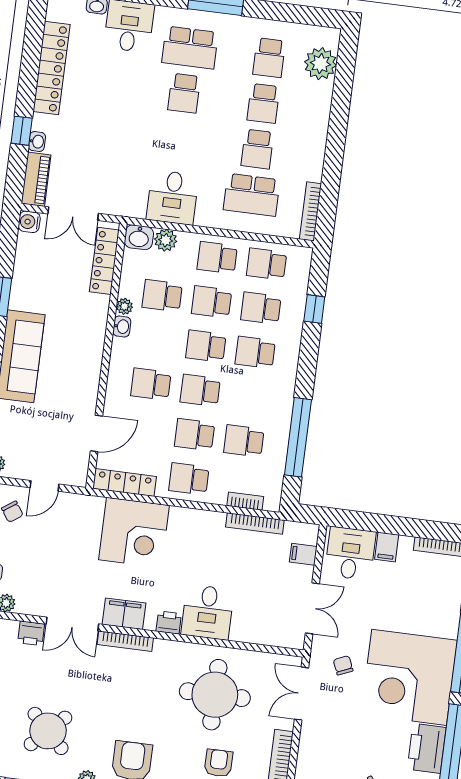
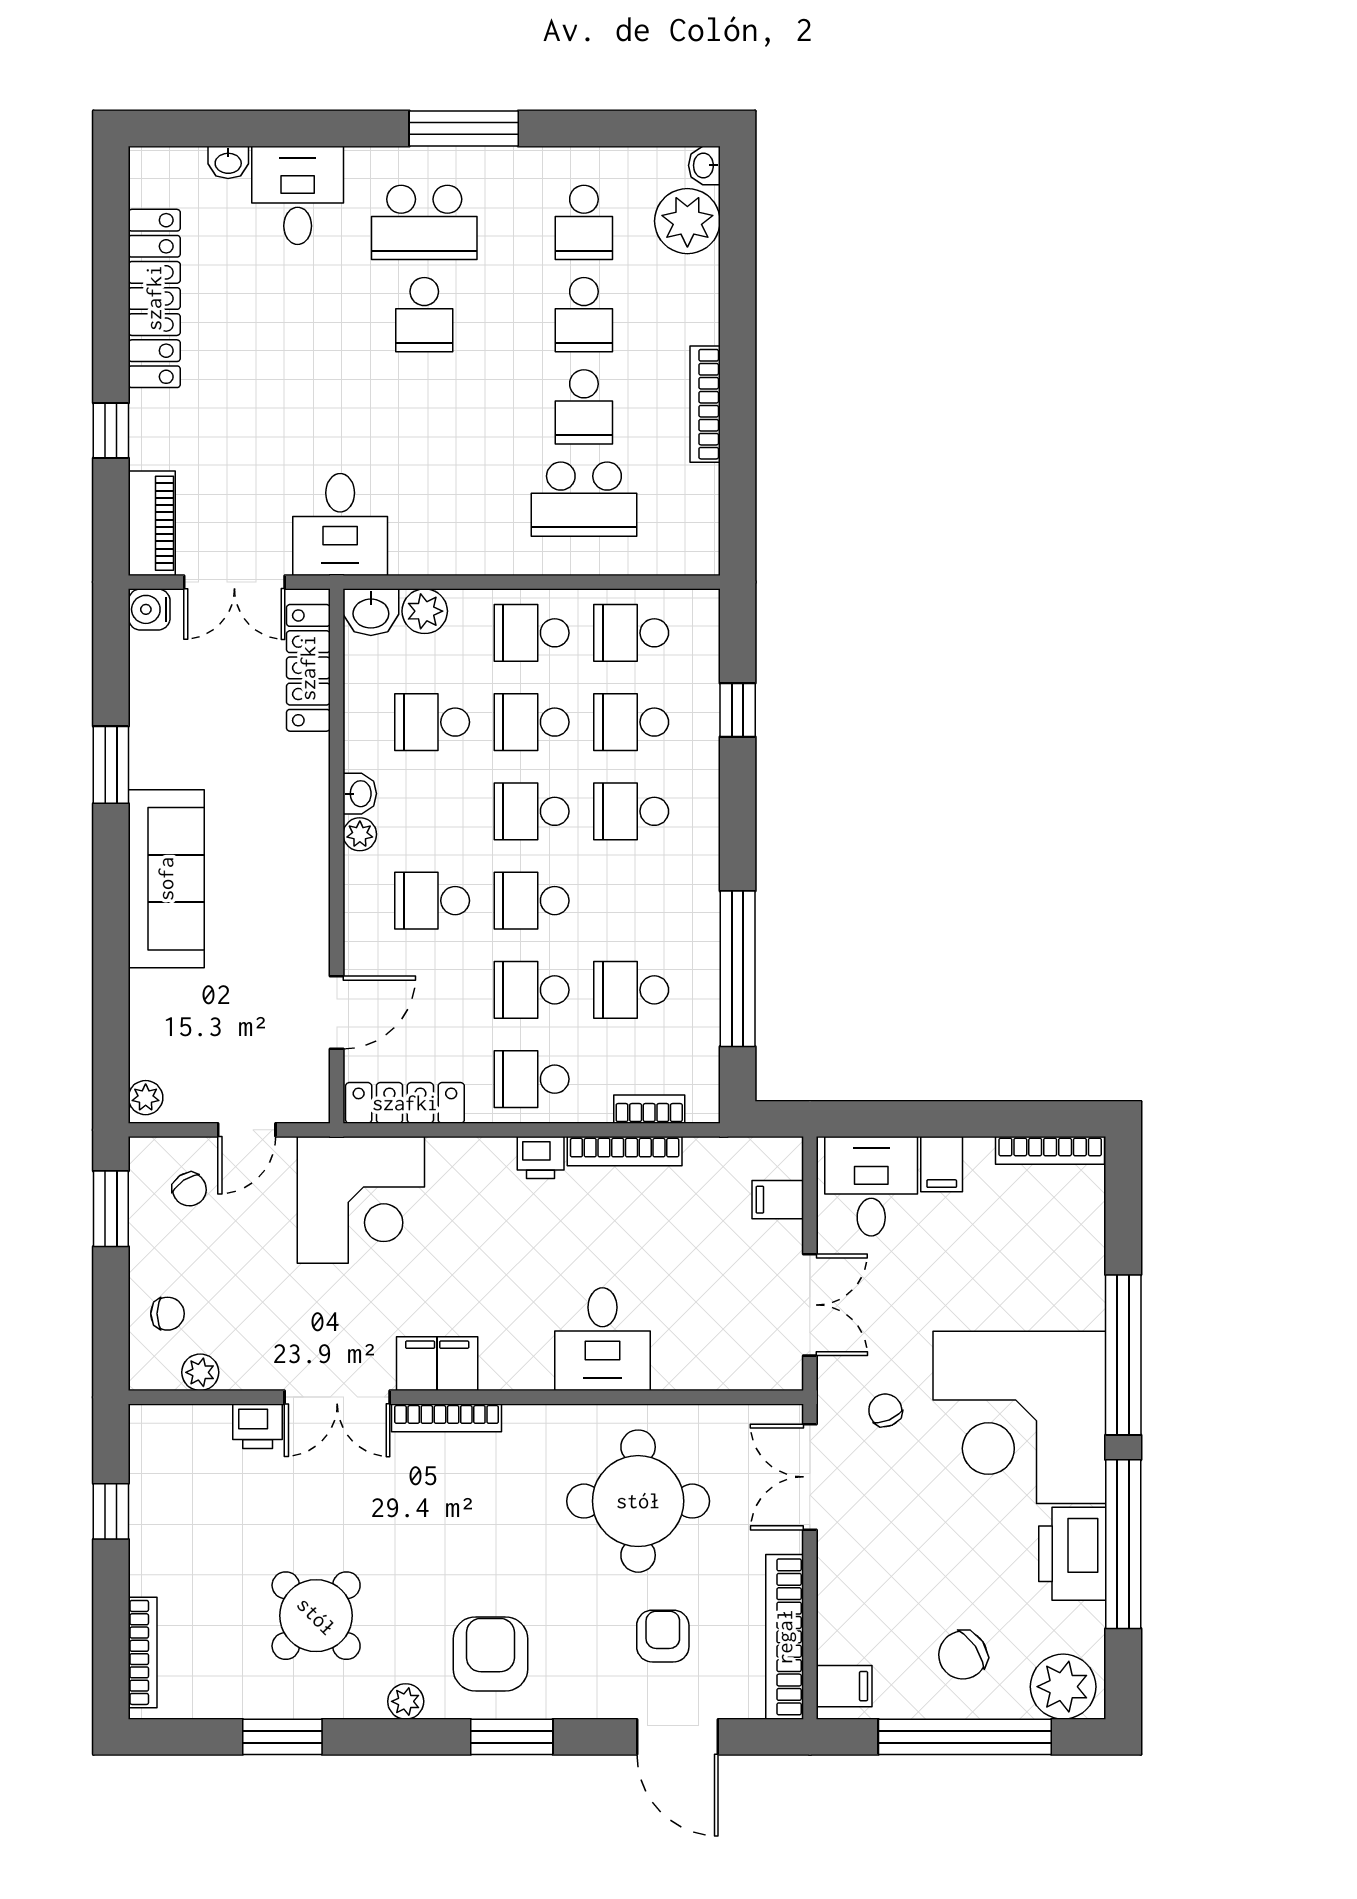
washbasin: (37, 142) -> (704, 165), moved, turned 180
desk: (172, 197) -> (340, 524), moved
bookcase: (311, 211) -> (705, 404), moved
plant: (124, 306) -> (360, 834), moved
bookcase: (255, 524) -> (625, 1151), moved
corner desk: (134, 533) -> (361, 1200), moved
printer: (169, 622) -> (541, 1158), moved, turned 180

